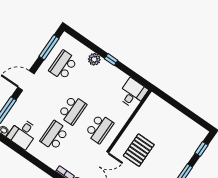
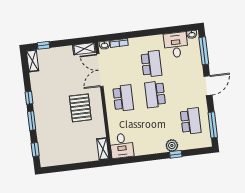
window: (111, 60) -> (176, 154), moved
shelving: (149, 104) -> (103, 149), added
school desk: (99, 129) -> (123, 98), turned 180

